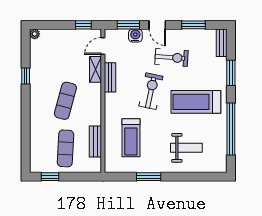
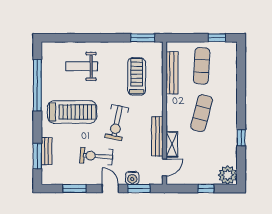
window: (83, 25) -> (206, 188), moved
plant: (35, 34) -> (228, 175), width x1.88, depth x1.88
bench: (222, 43) -> (47, 151), moved
window: (231, 73) -> (37, 156), moved
bench: (110, 77) -> (157, 136), width x1.36
bench: (95, 141) -> (172, 73), width x1.36
window: (149, 177) -> (143, 38), moved

